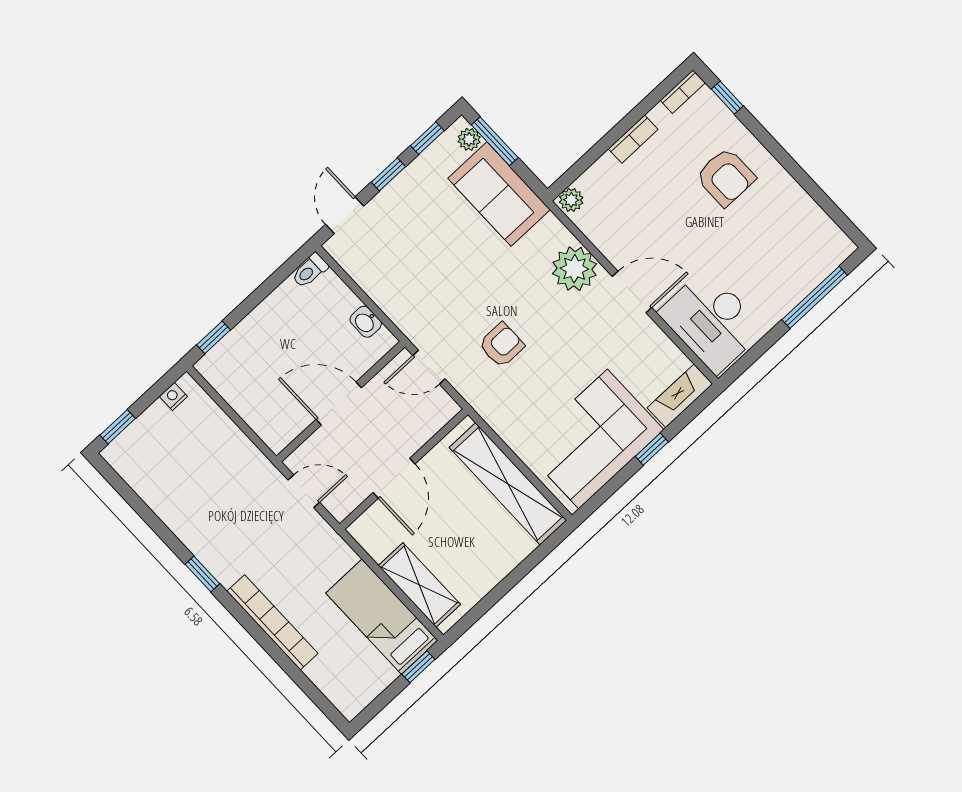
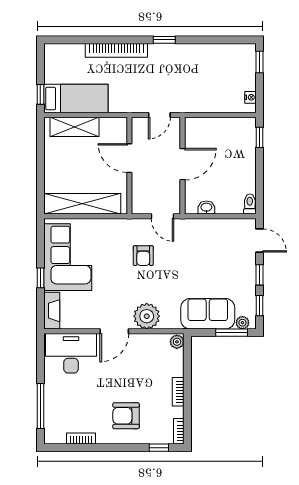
bookcase: (808, 207) -> (81, 438), added
door: (429, 367) -> (162, 216), swing flipped

